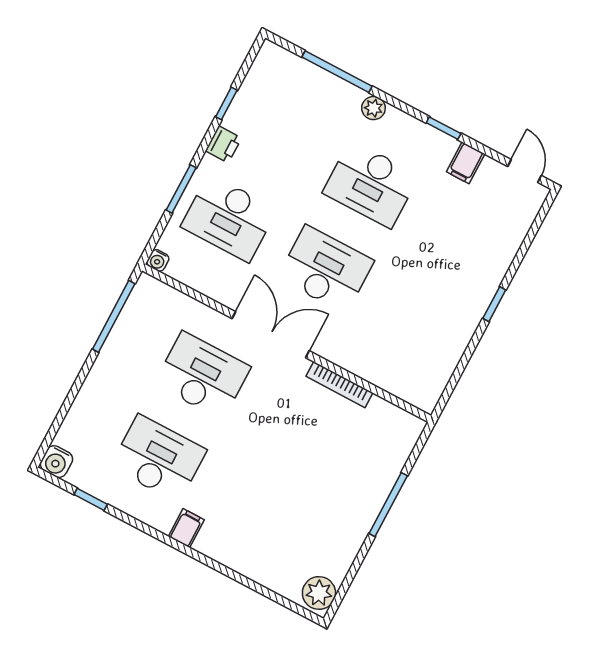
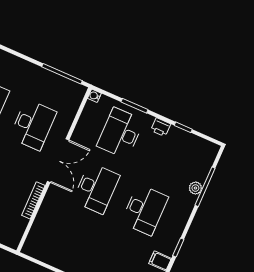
plant: (373, 108) -> (195, 188), moved
desk: (371, 184) -> (145, 210), turned 180

